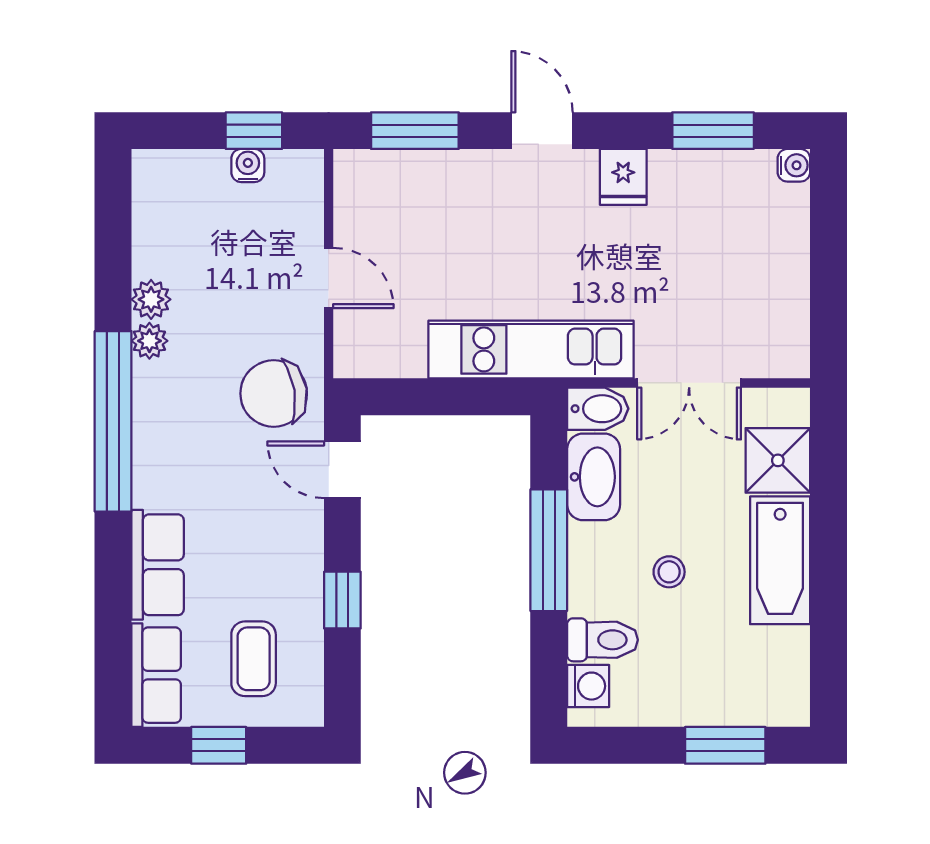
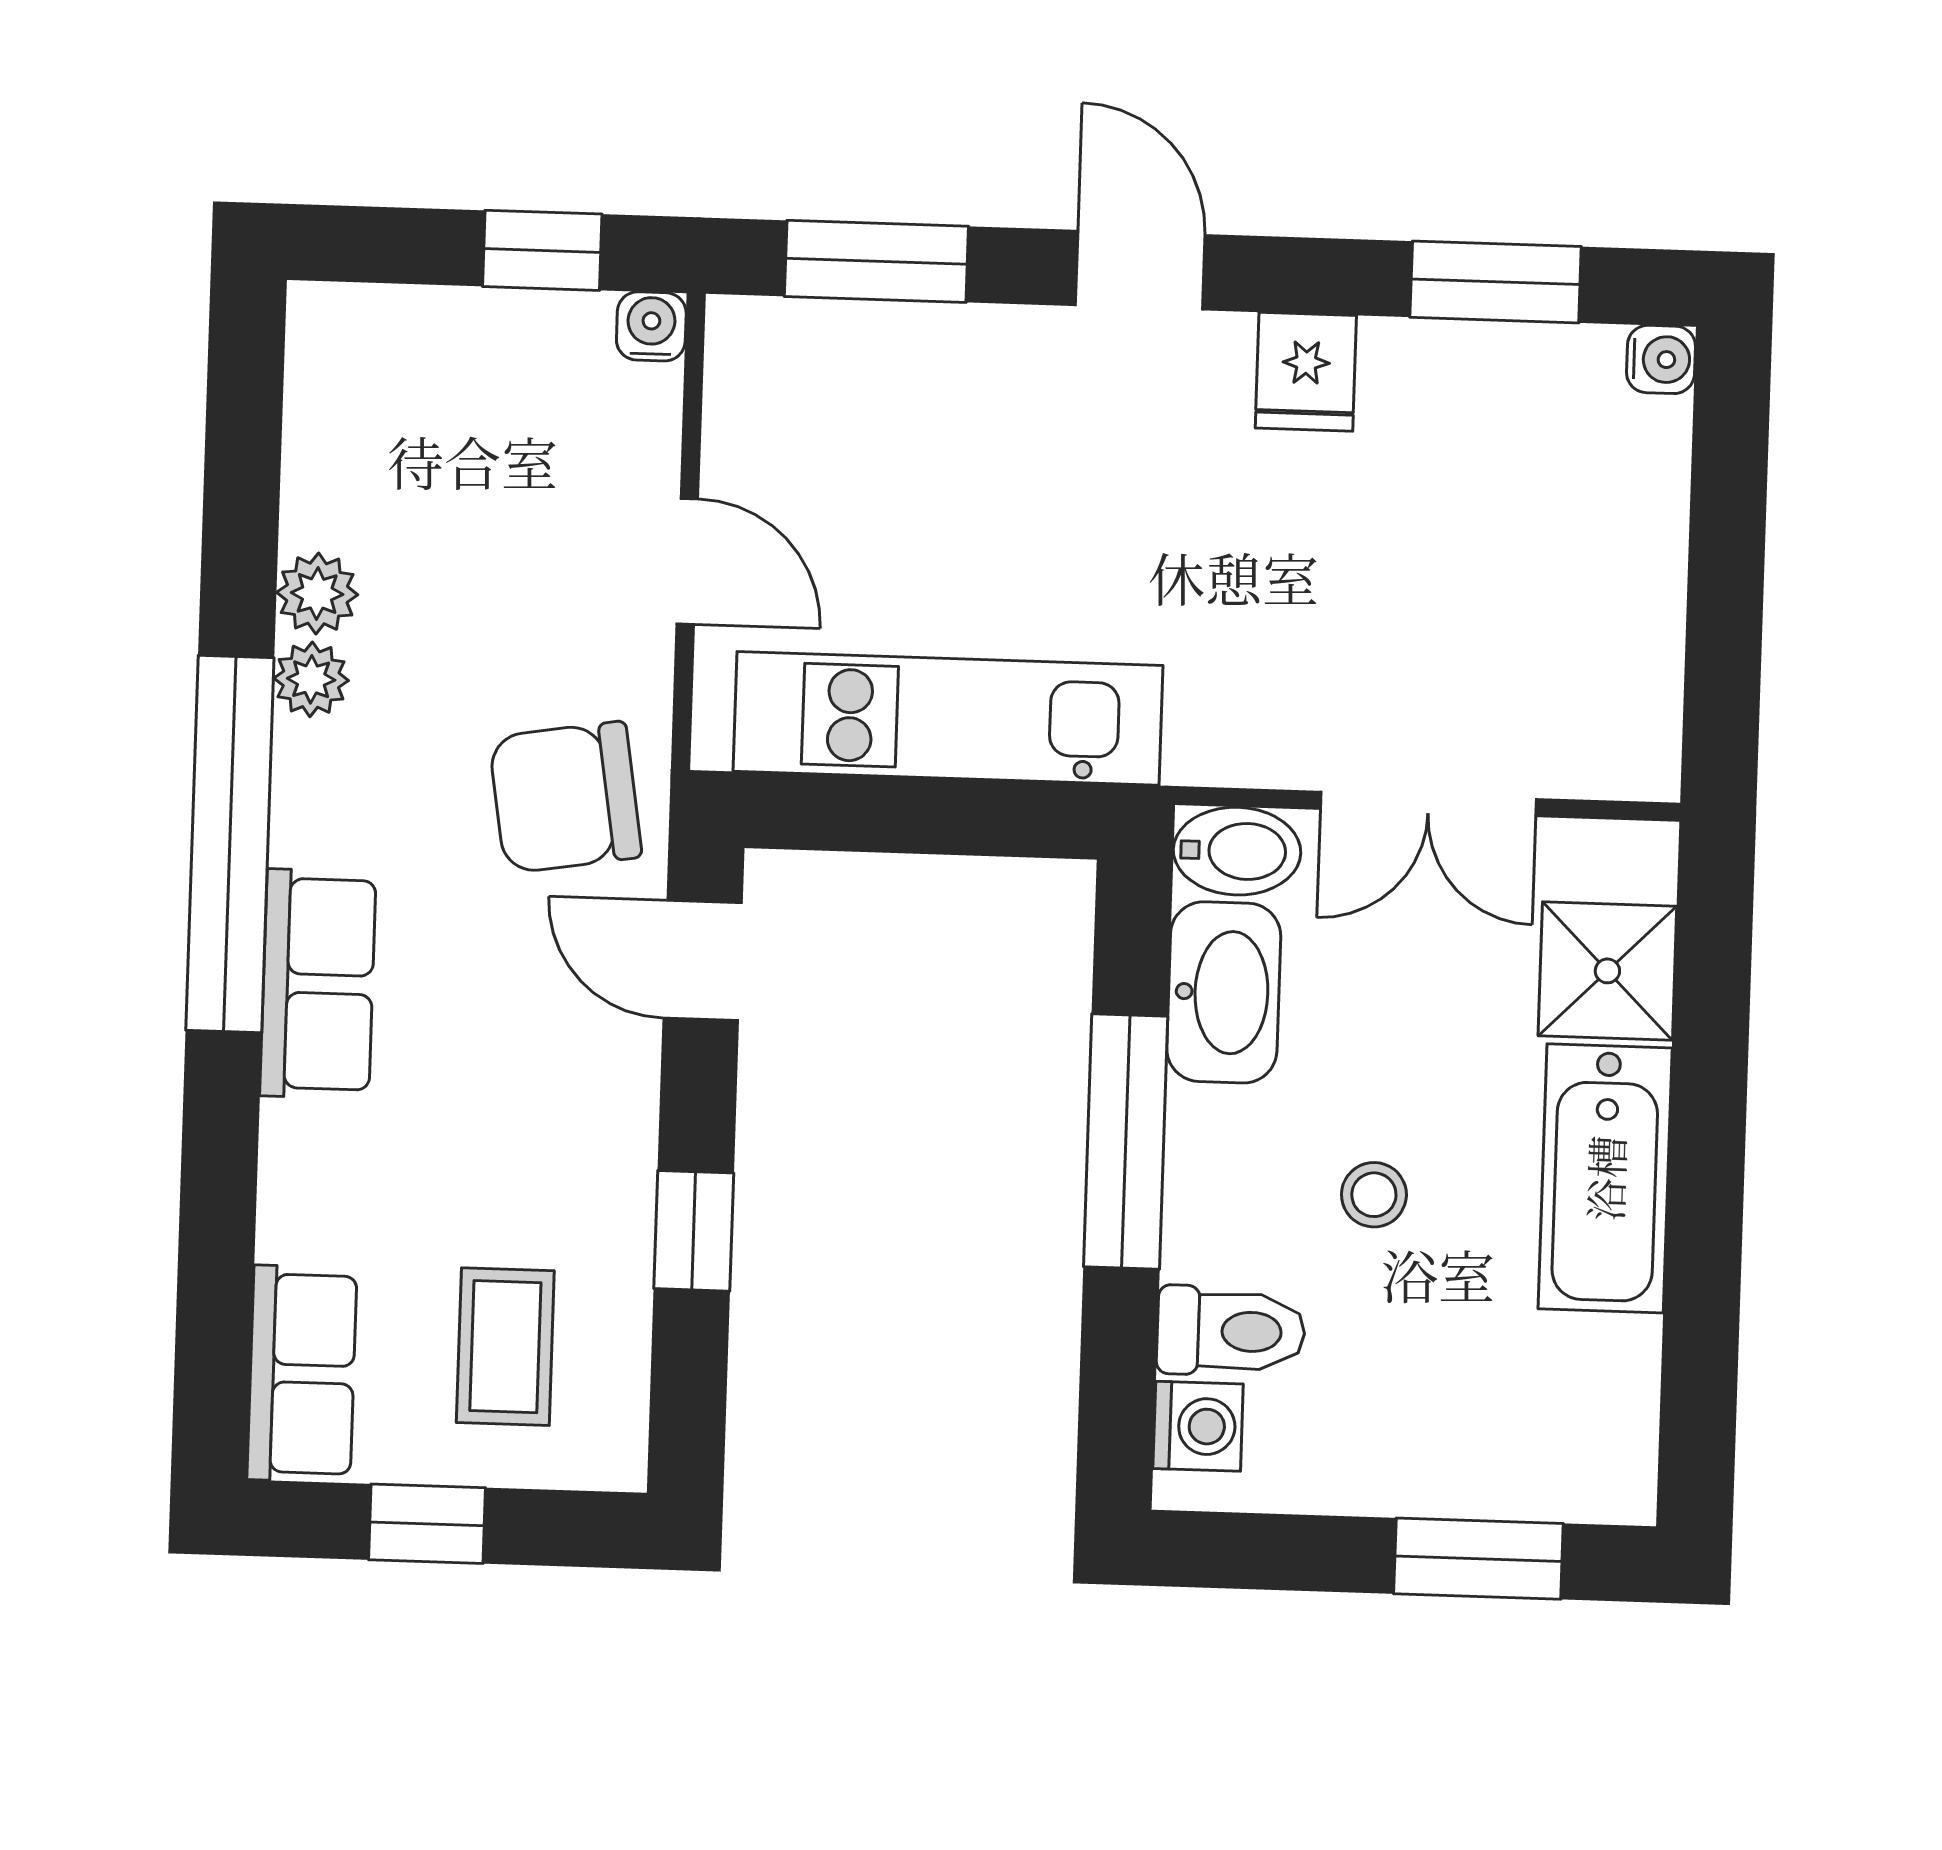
water cooler: (248, 166) -> (651, 326), moved
kitchen unit: (531, 349) -> (948, 718), moved
row of seats: (158, 565) -> (318, 984), moved

